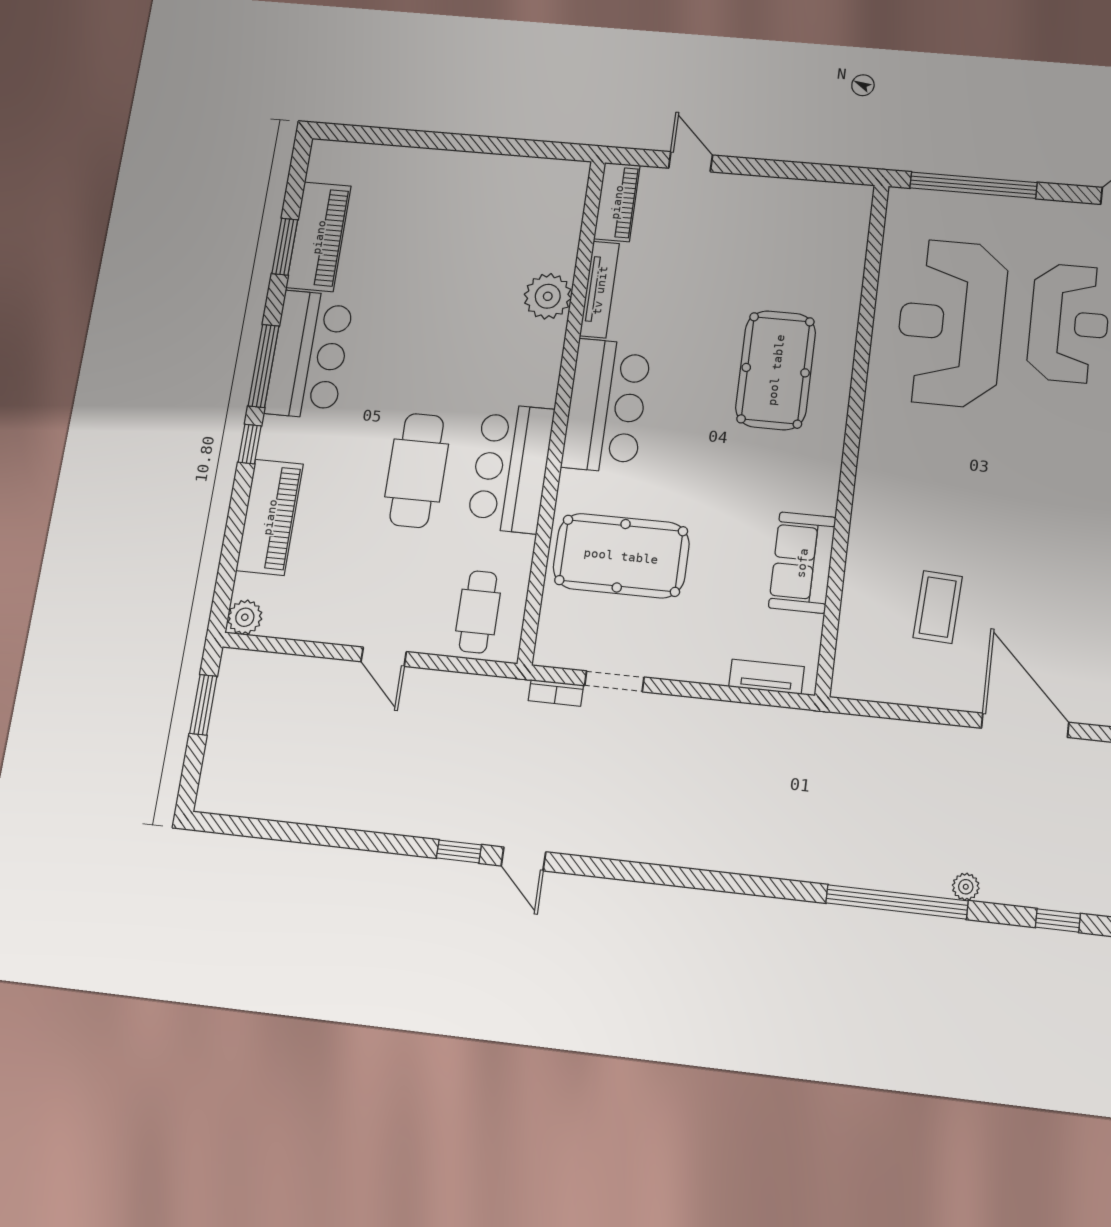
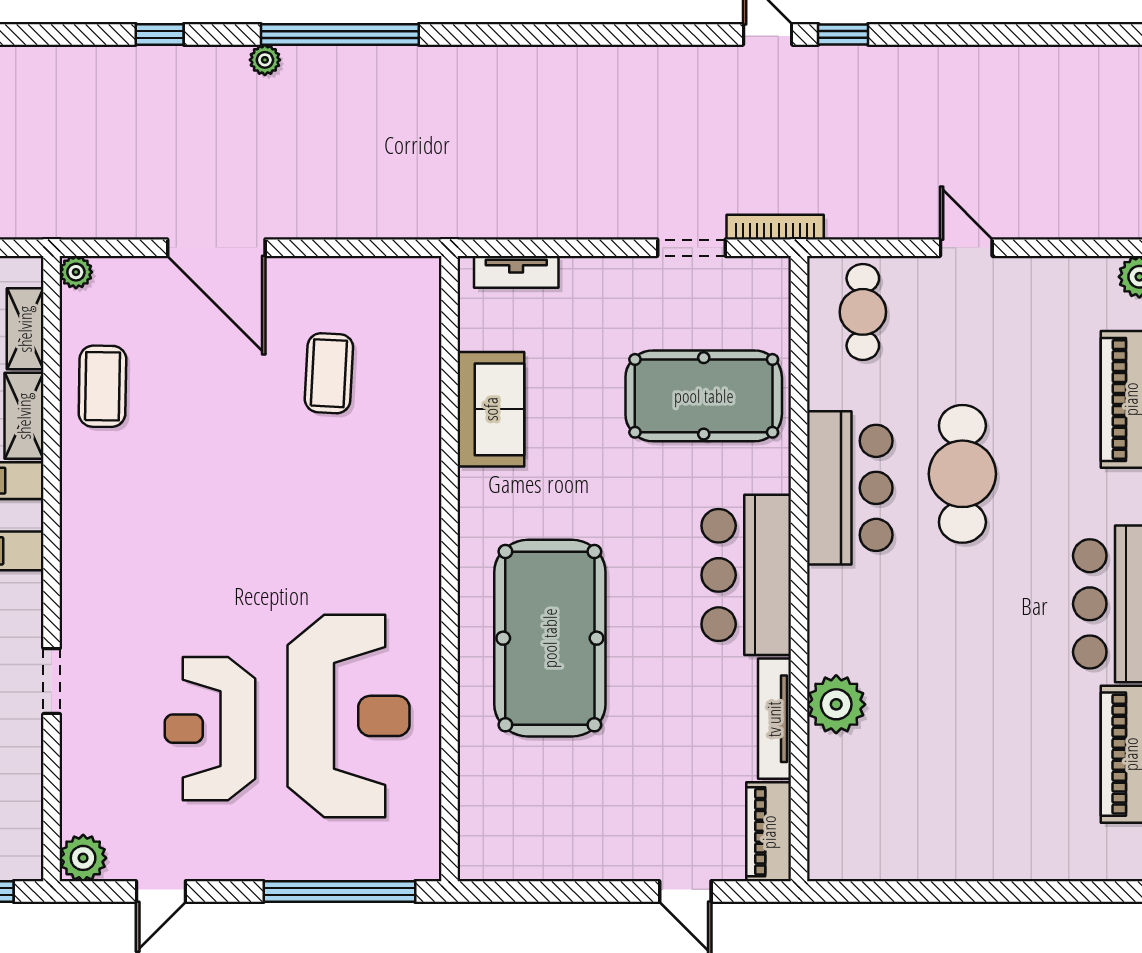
pool table: (776, 370) -> (550, 638), width x1.36, depth x1.32
bookcase: (556, 693) -> (775, 227), width x1.56

